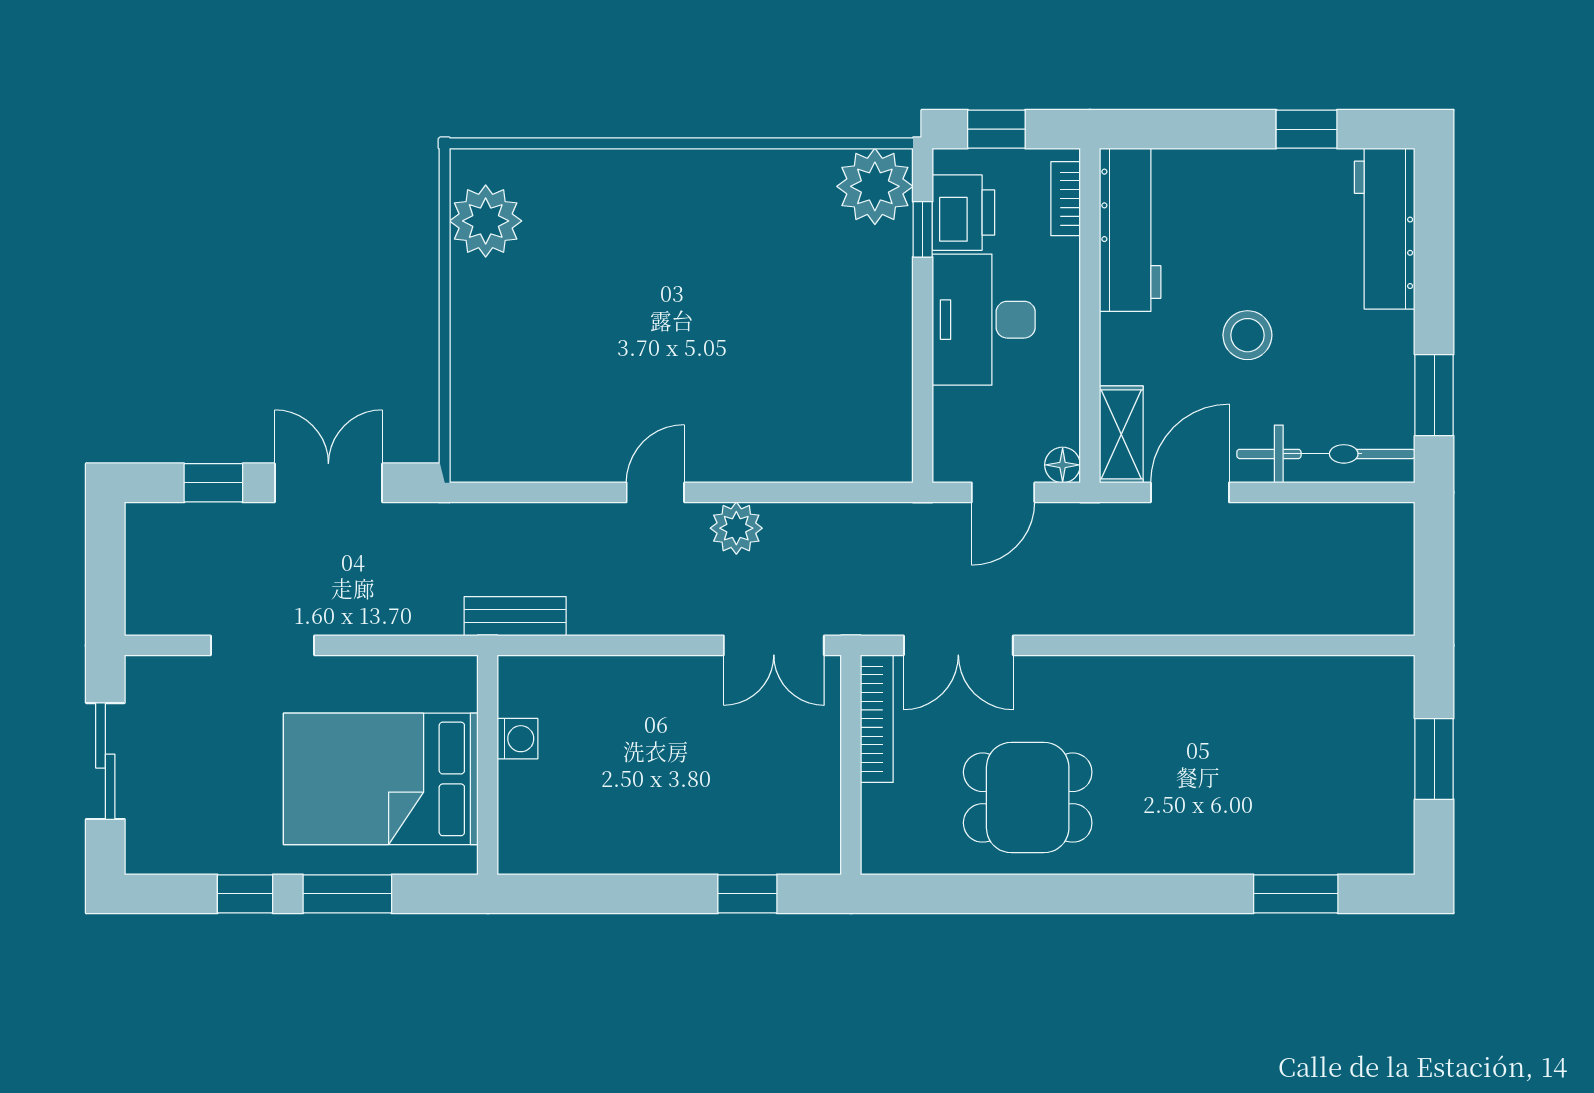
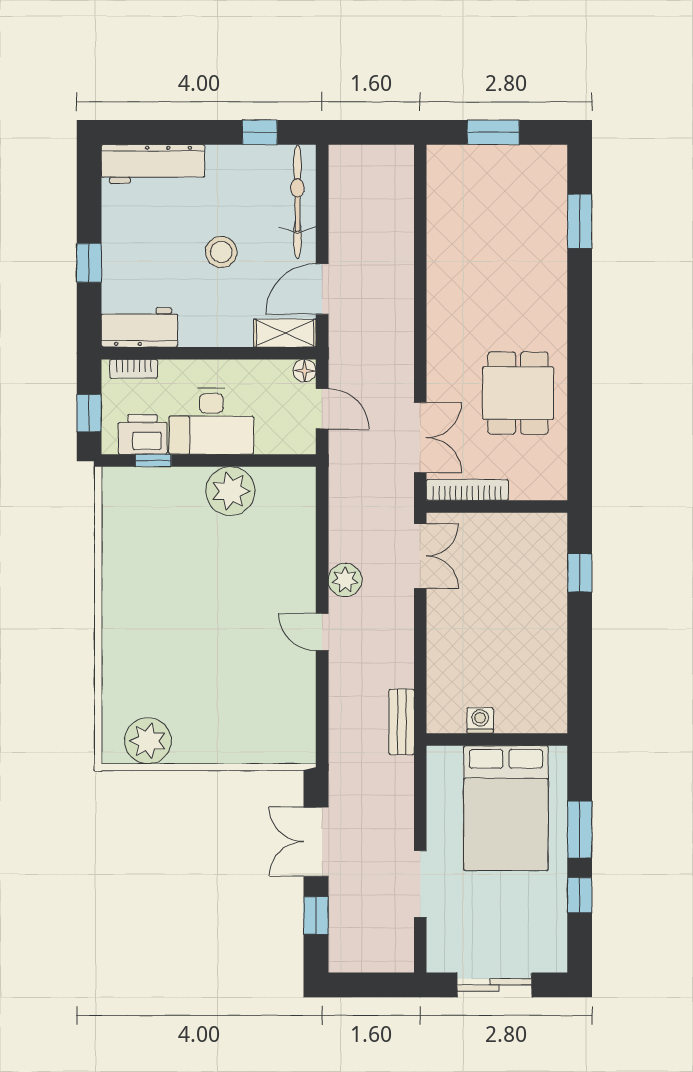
window: (1307, 129) -> (89, 263), moved
plant: (875, 186) -> (230, 491), moved
workbench: (1130, 230) -> (139, 327), width x0.73
window: (1434, 395) -> (260, 132), width x0.67
door: (1190, 492) -> (322, 289), hinge flipped

